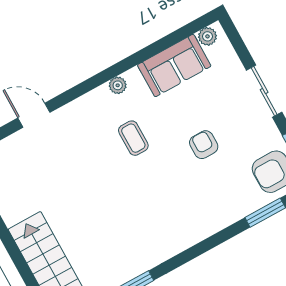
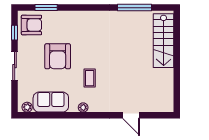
armchair: (204, 145) -> (58, 56), width x1.88, depth x1.88

